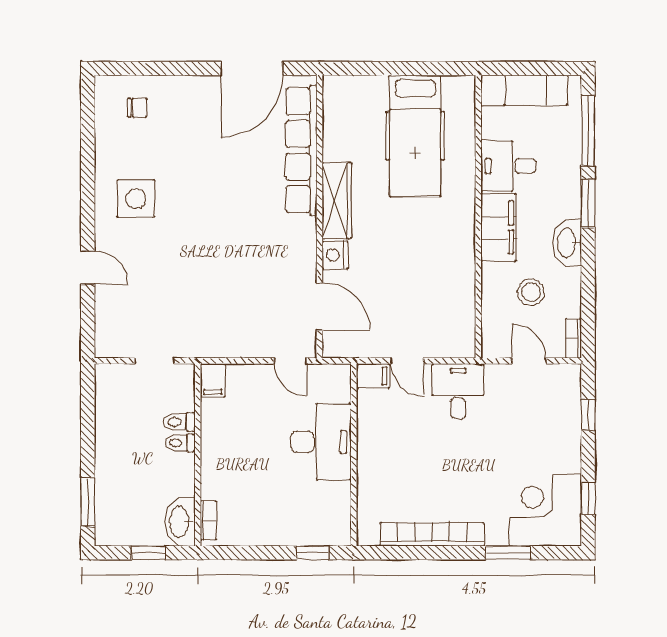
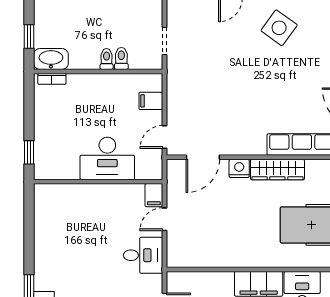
side table: (136, 199) -> (279, 28), turned 36
filing cabinet: (213, 380) -> (151, 101), moved
bookcase: (432, 534) -> (42, 237), removed

